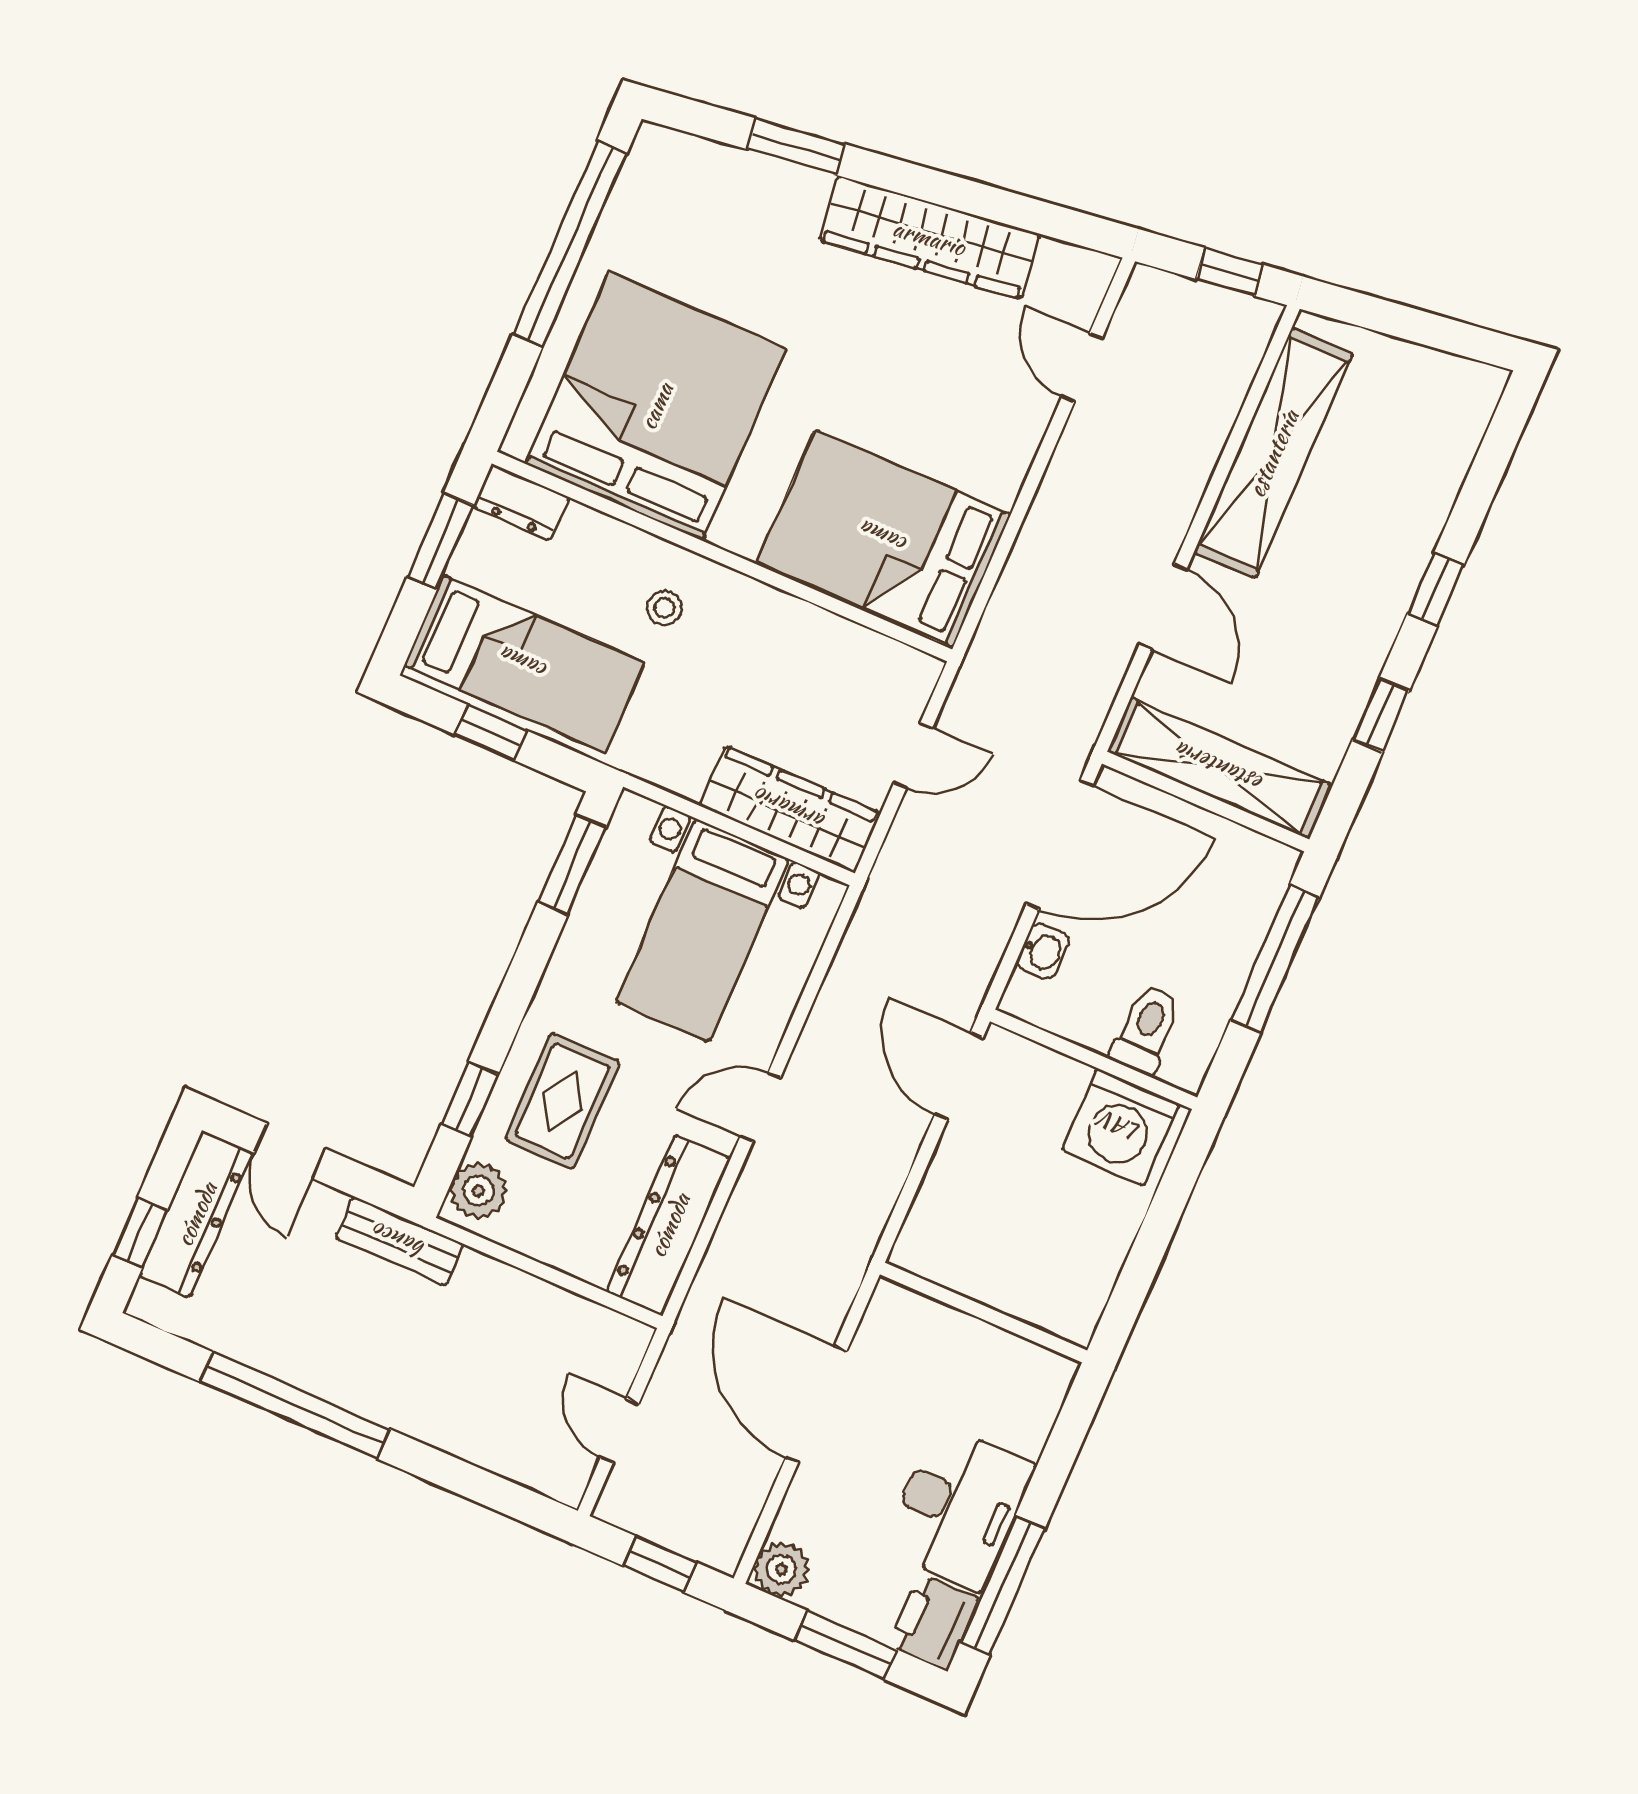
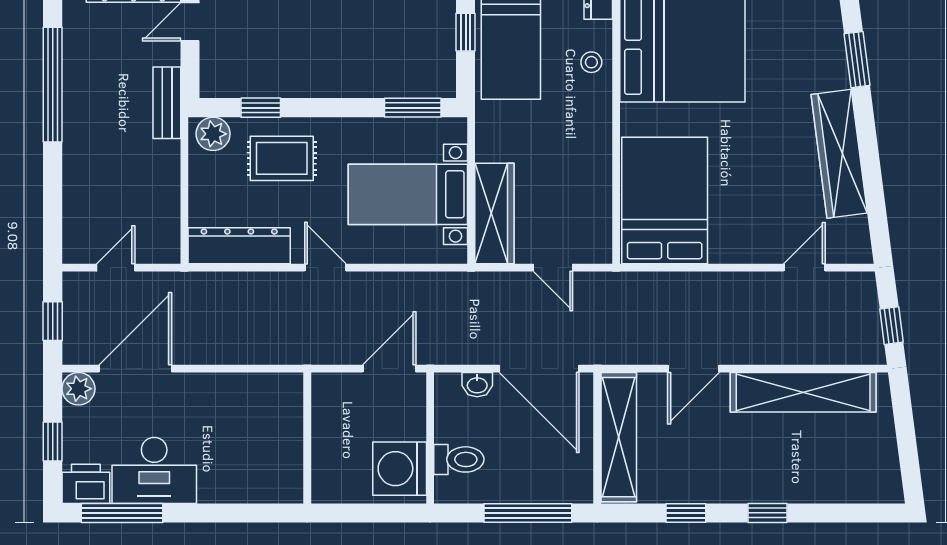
stool: (664, 608) -> (591, 62), moved
wall: (983, 1312) -> (307, 438), moved
door: (816, 1404) -> (135, 369), moved
window: (846, 1645) -> (53, 442), width x0.67

